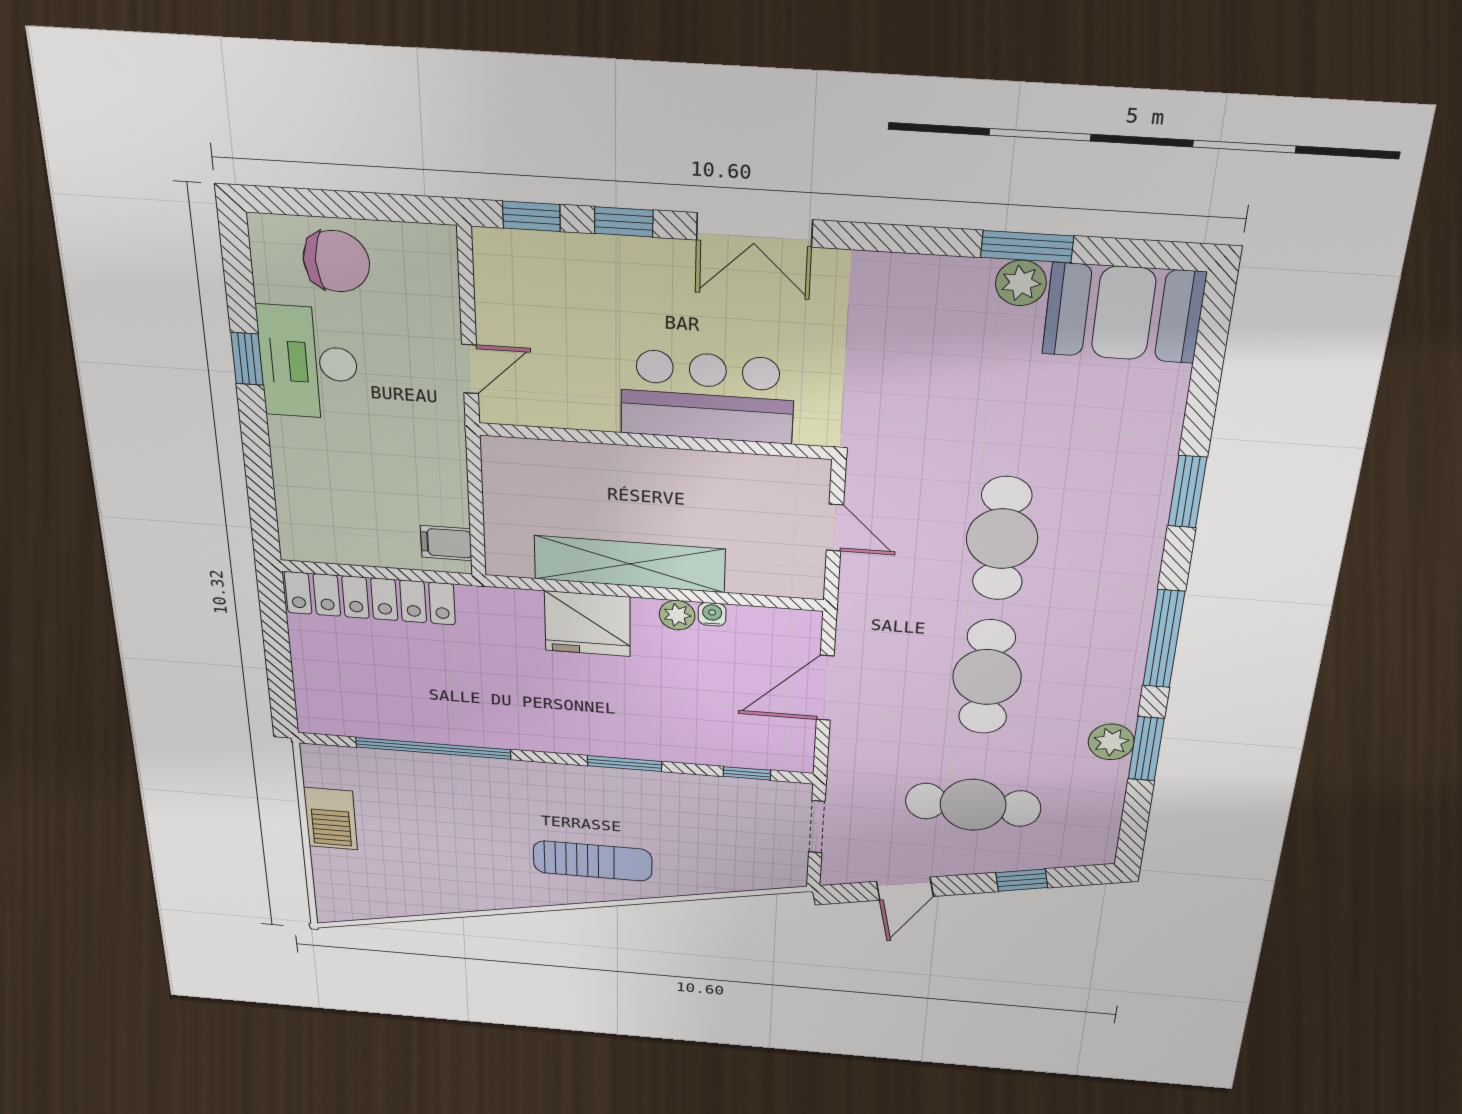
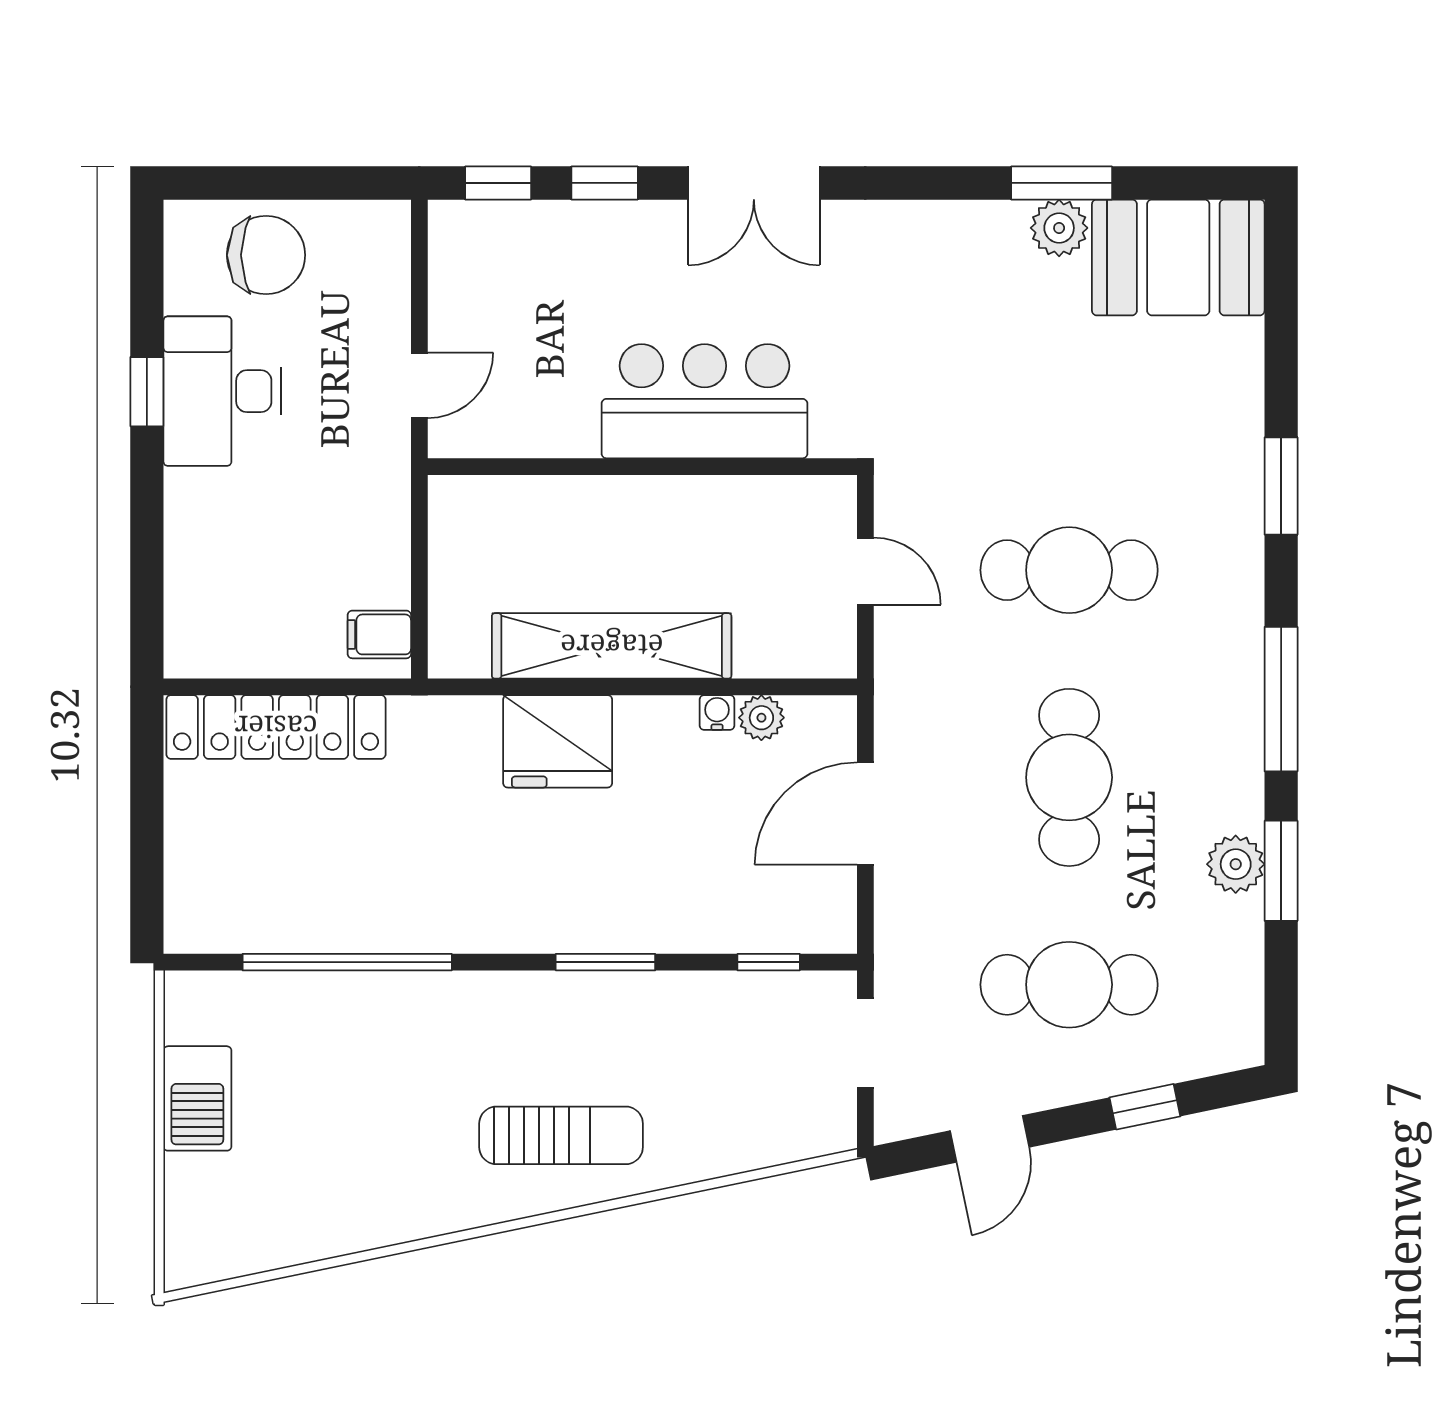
cafe table: (1002, 539) -> (1069, 570), turned 90
plant: (677, 615) -> (761, 718), moved

